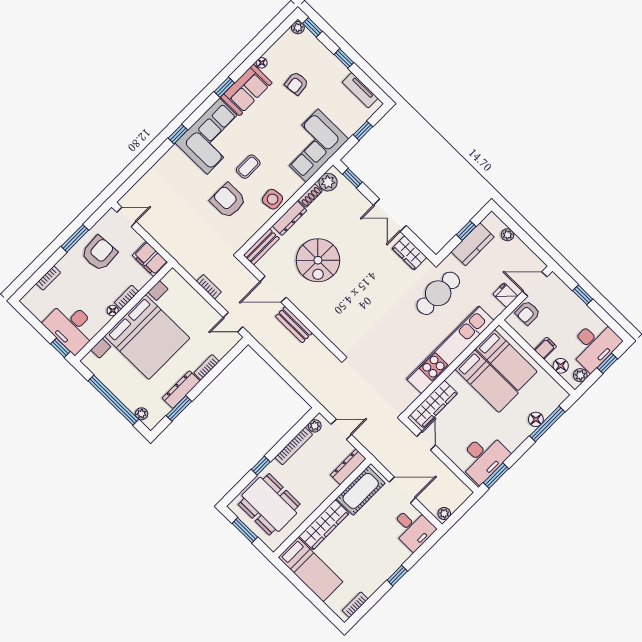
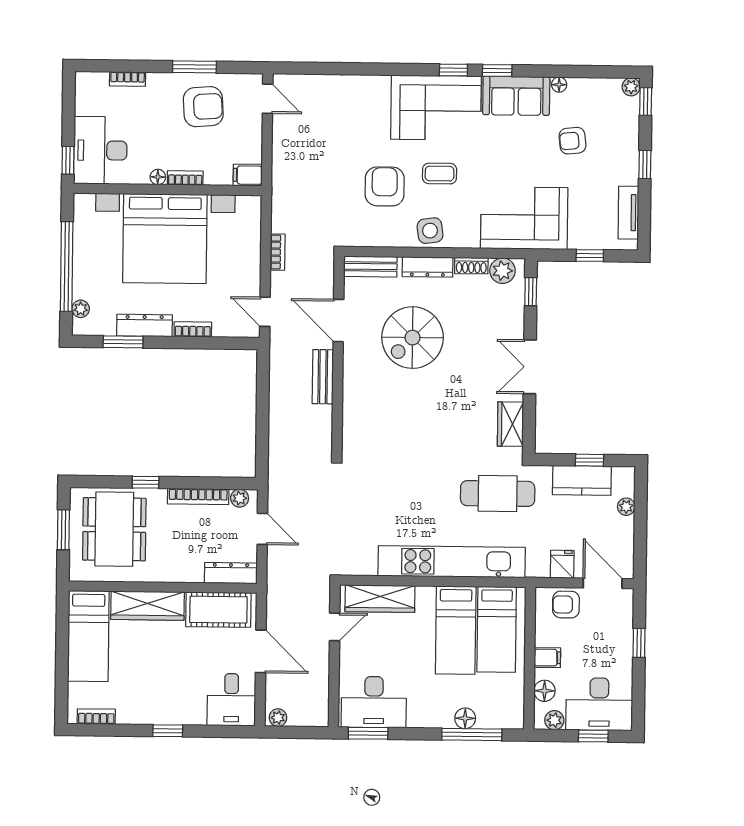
window: (178, 134) -> (453, 70), moved
filing cabinet: (150, 259) -> (248, 175), width x0.50

